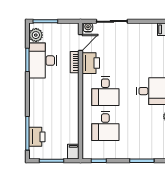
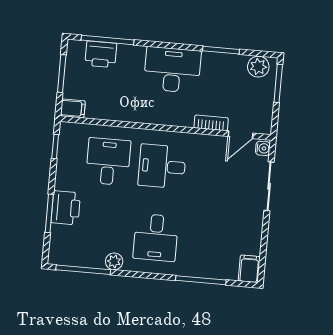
door: (81, 43) -> (241, 135), hinge flipped
desk: (43, 61) -> (172, 70), moved
printer: (91, 63) -> (66, 208), moved, turned -90
desk: (105, 126) -> (108, 162), turned 90

